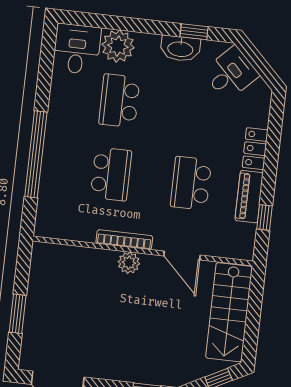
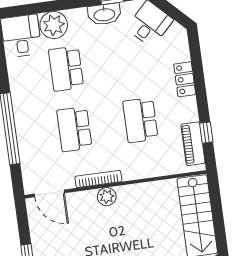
school desk: (111, 174) -> (74, 129), turned 180
piano: (249, 197) -> (193, 144), moved
door: (182, 255) -> (49, 193), moved

